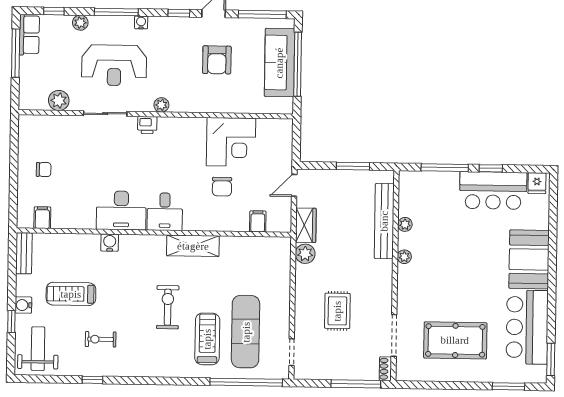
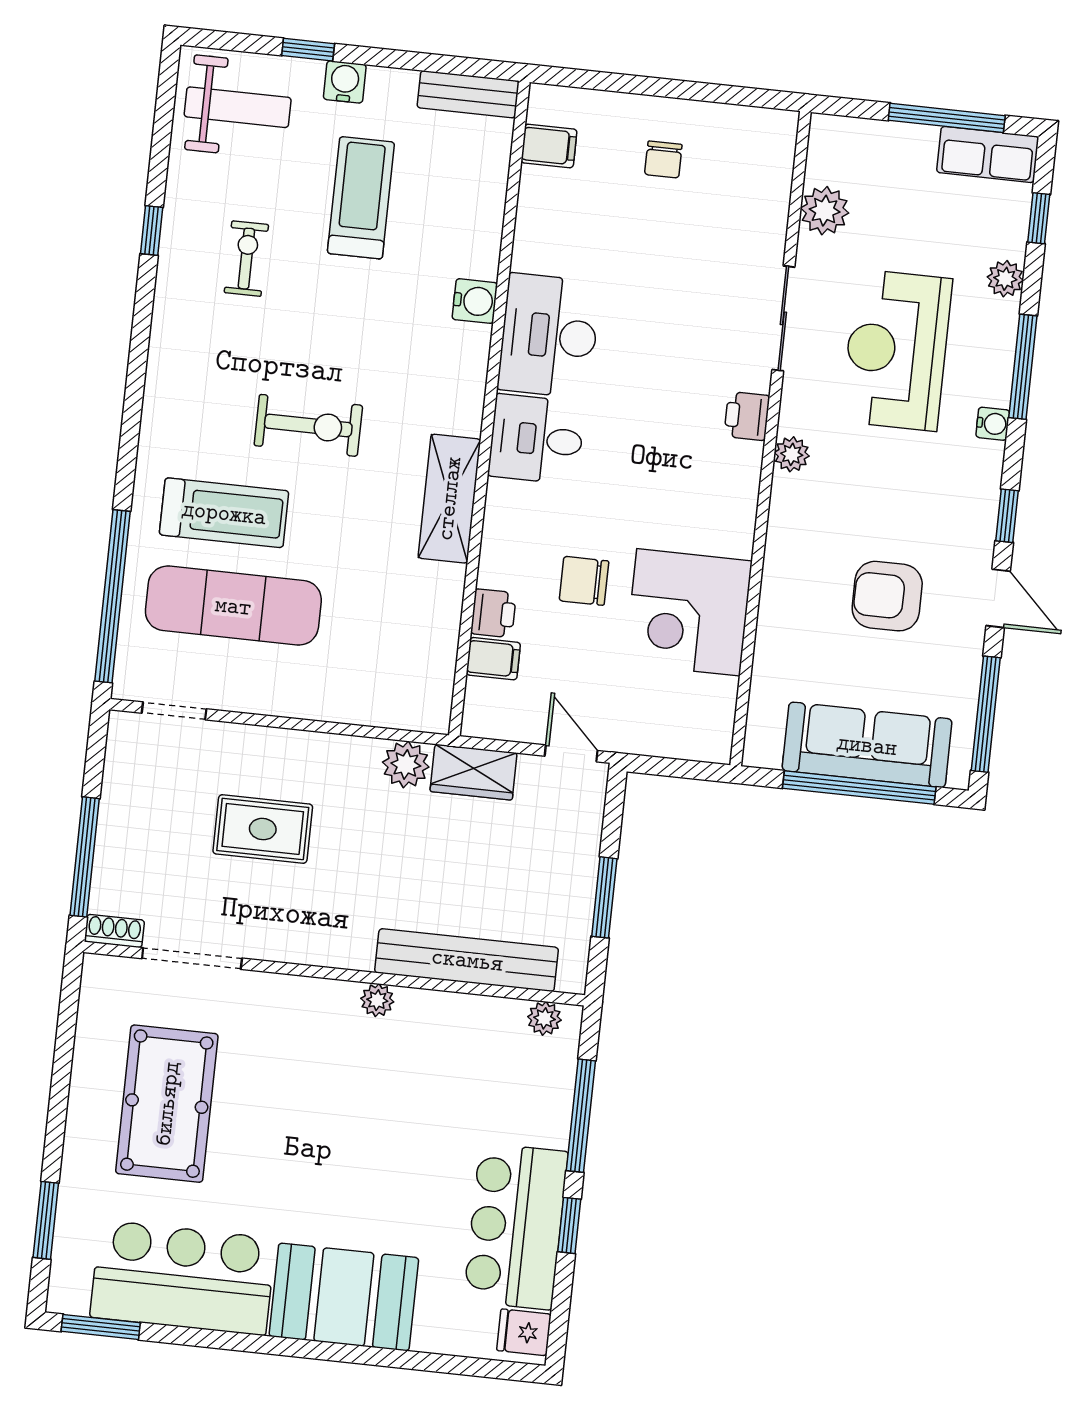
printer: (239, 223) -> (493, 613), added
plant: (405, 224) -> (544, 1018), moved

